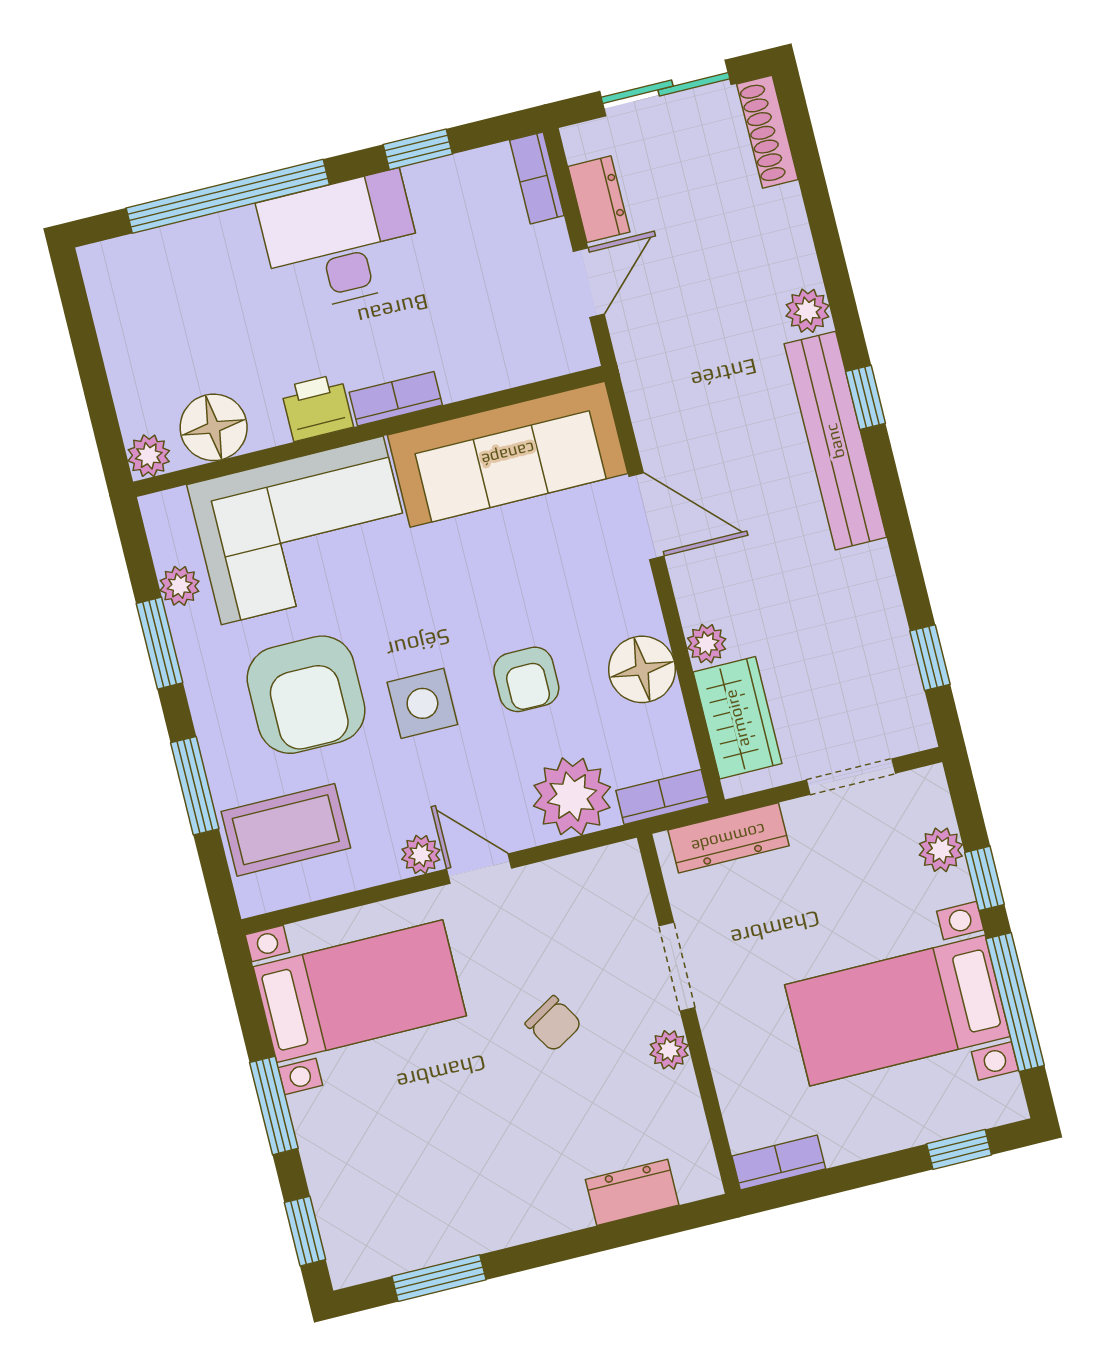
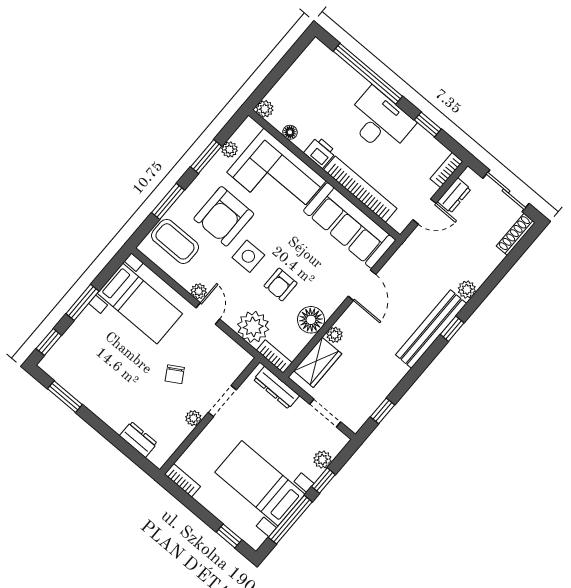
bookcase: (396, 399) -> (360, 189), width x2.31, depth x1.31
floor lamp: (214, 427) -> (290, 132), width x0.53, depth x0.53

